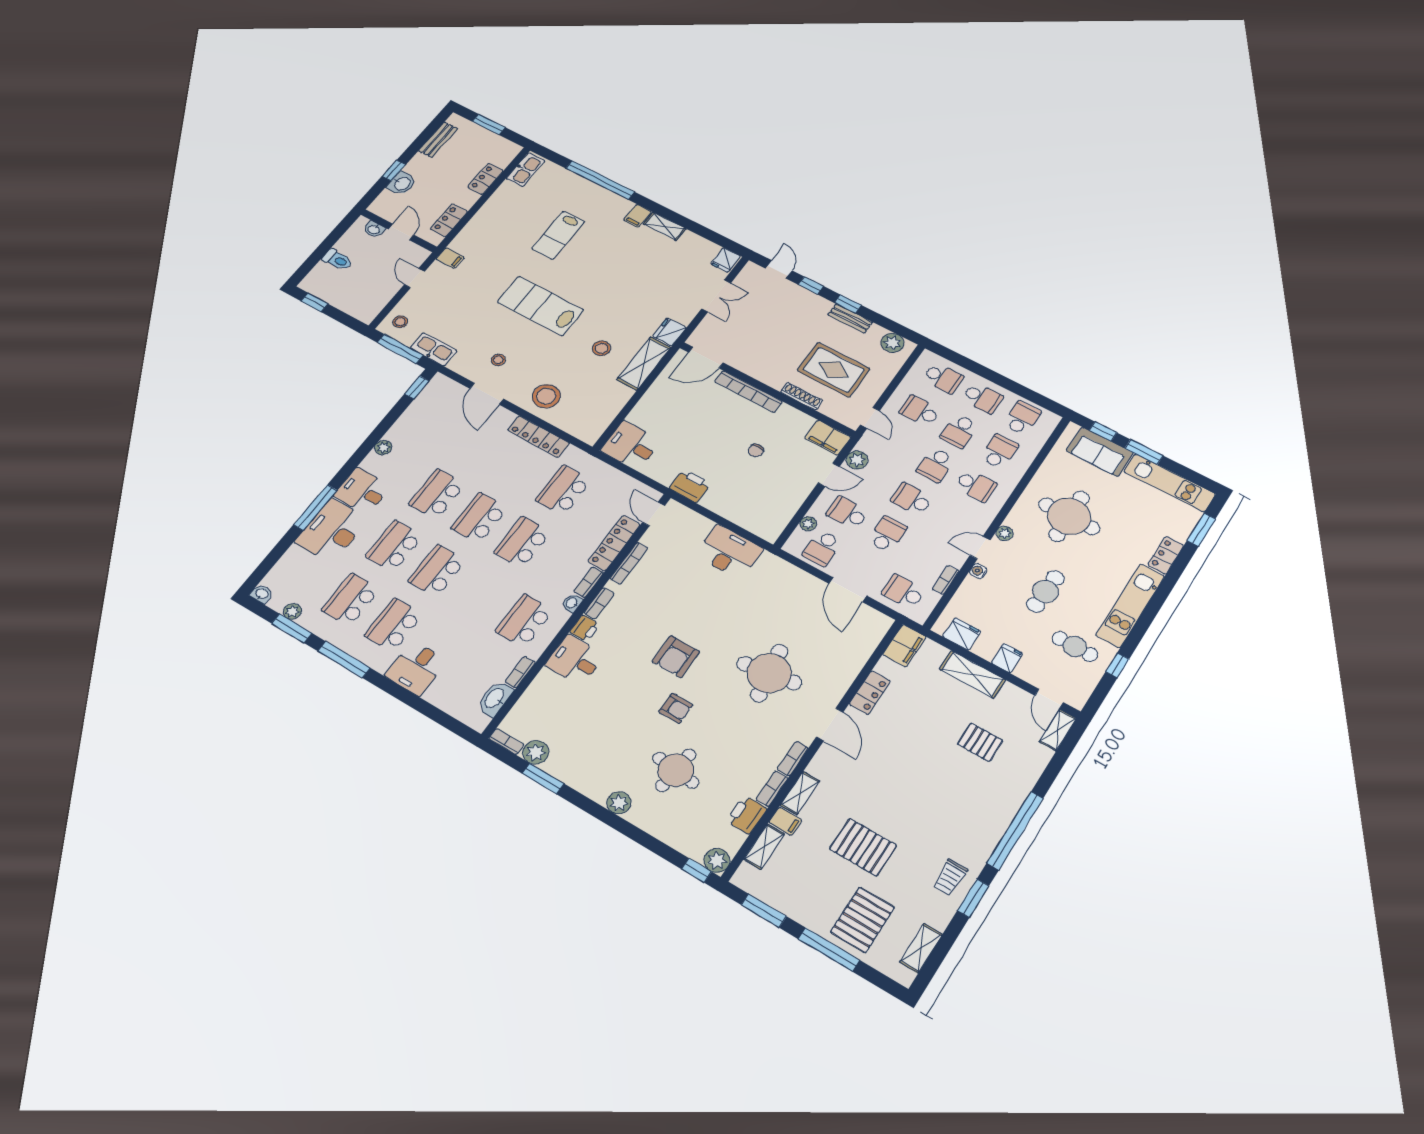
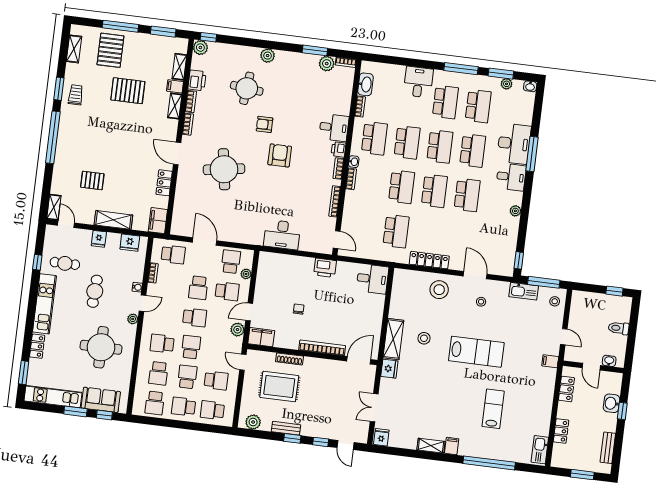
locker: (614, 543) -> (349, 210), removed
school desk: (480, 596) -> (407, 142), added

